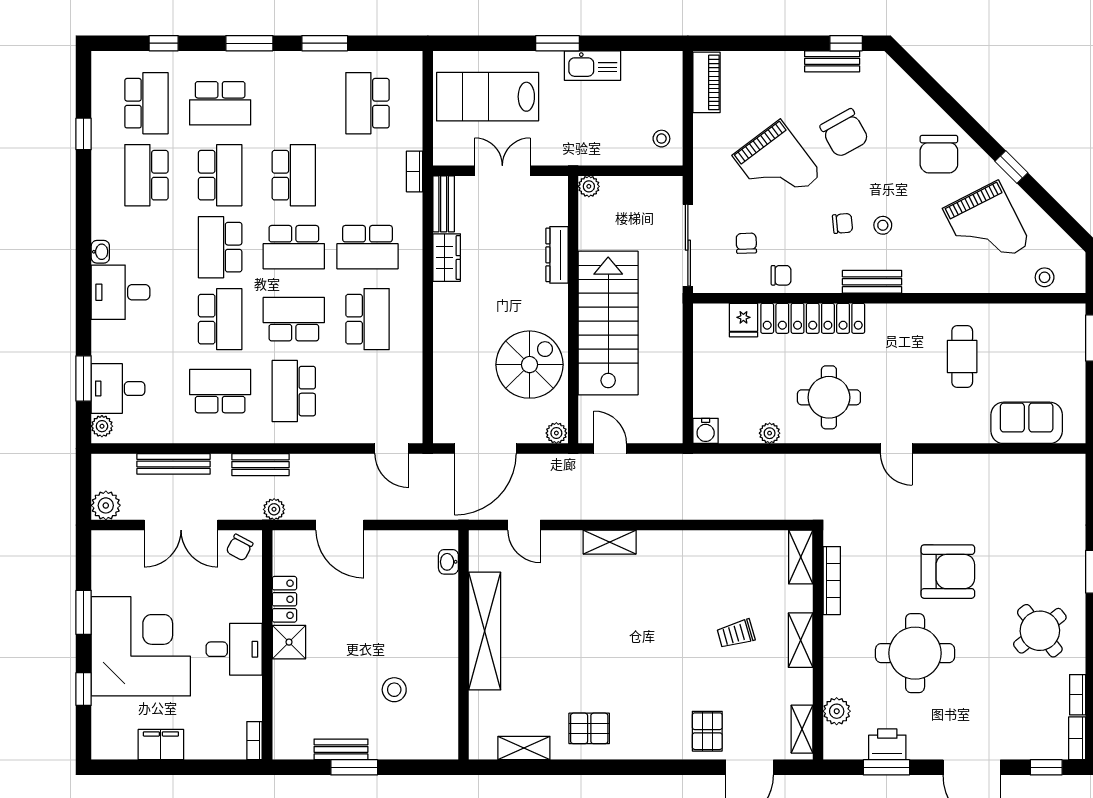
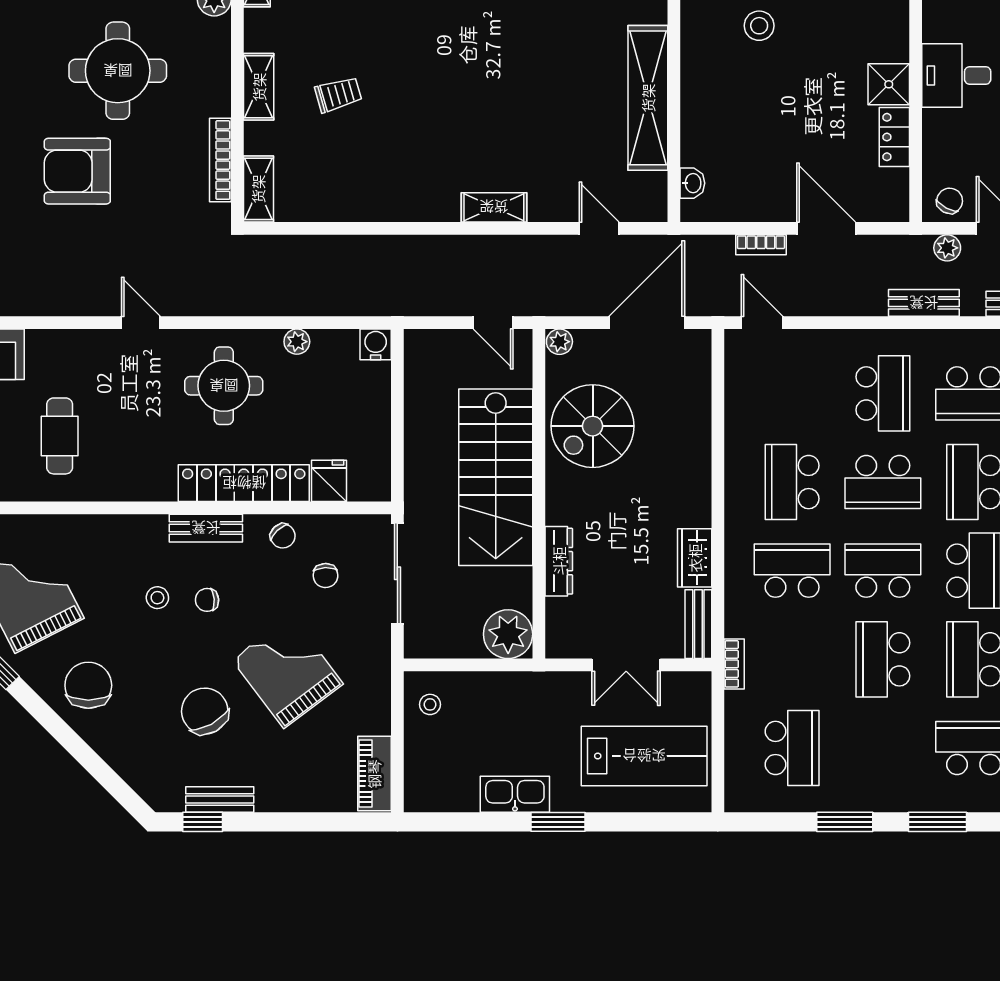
plant: (589, 186) -> (508, 634), width x1.87, depth x1.87
chair: (781, 275) -> (283, 536), turned -133
bench: (872, 282) -> (206, 528), moved
plant: (274, 509) -> (947, 248), moved
bookcase: (393, 512) -> (761, 245), added

